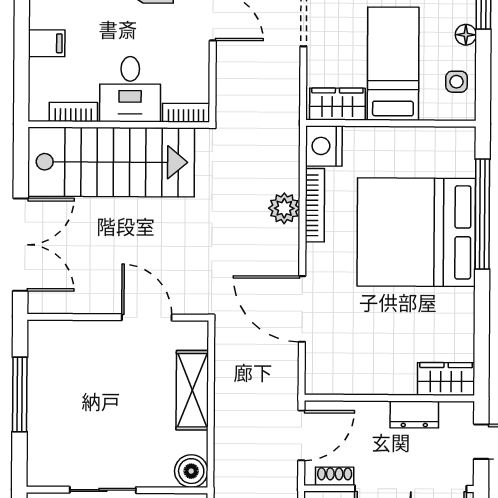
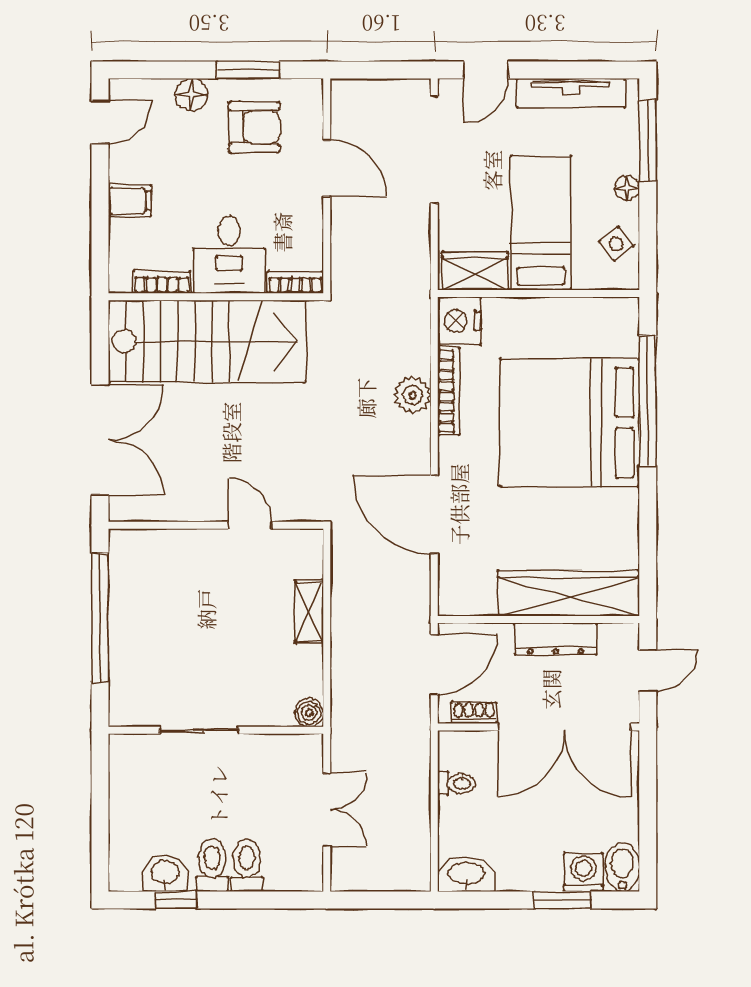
side table: (456, 82) -> (616, 244), turned -38
door: (147, 317) -> (250, 525), width x0.73
wardrobe: (446, 379) -> (568, 593), width x2.10, depth x1.17
shelving: (192, 390) -> (309, 611), width x0.67, depth x0.75
window: (20, 395) -> (100, 618), width x1.46
dresser: (414, 414) -> (556, 639), width x1.44
boiler: (191, 471) -> (309, 713), width x0.73, depth x0.73

